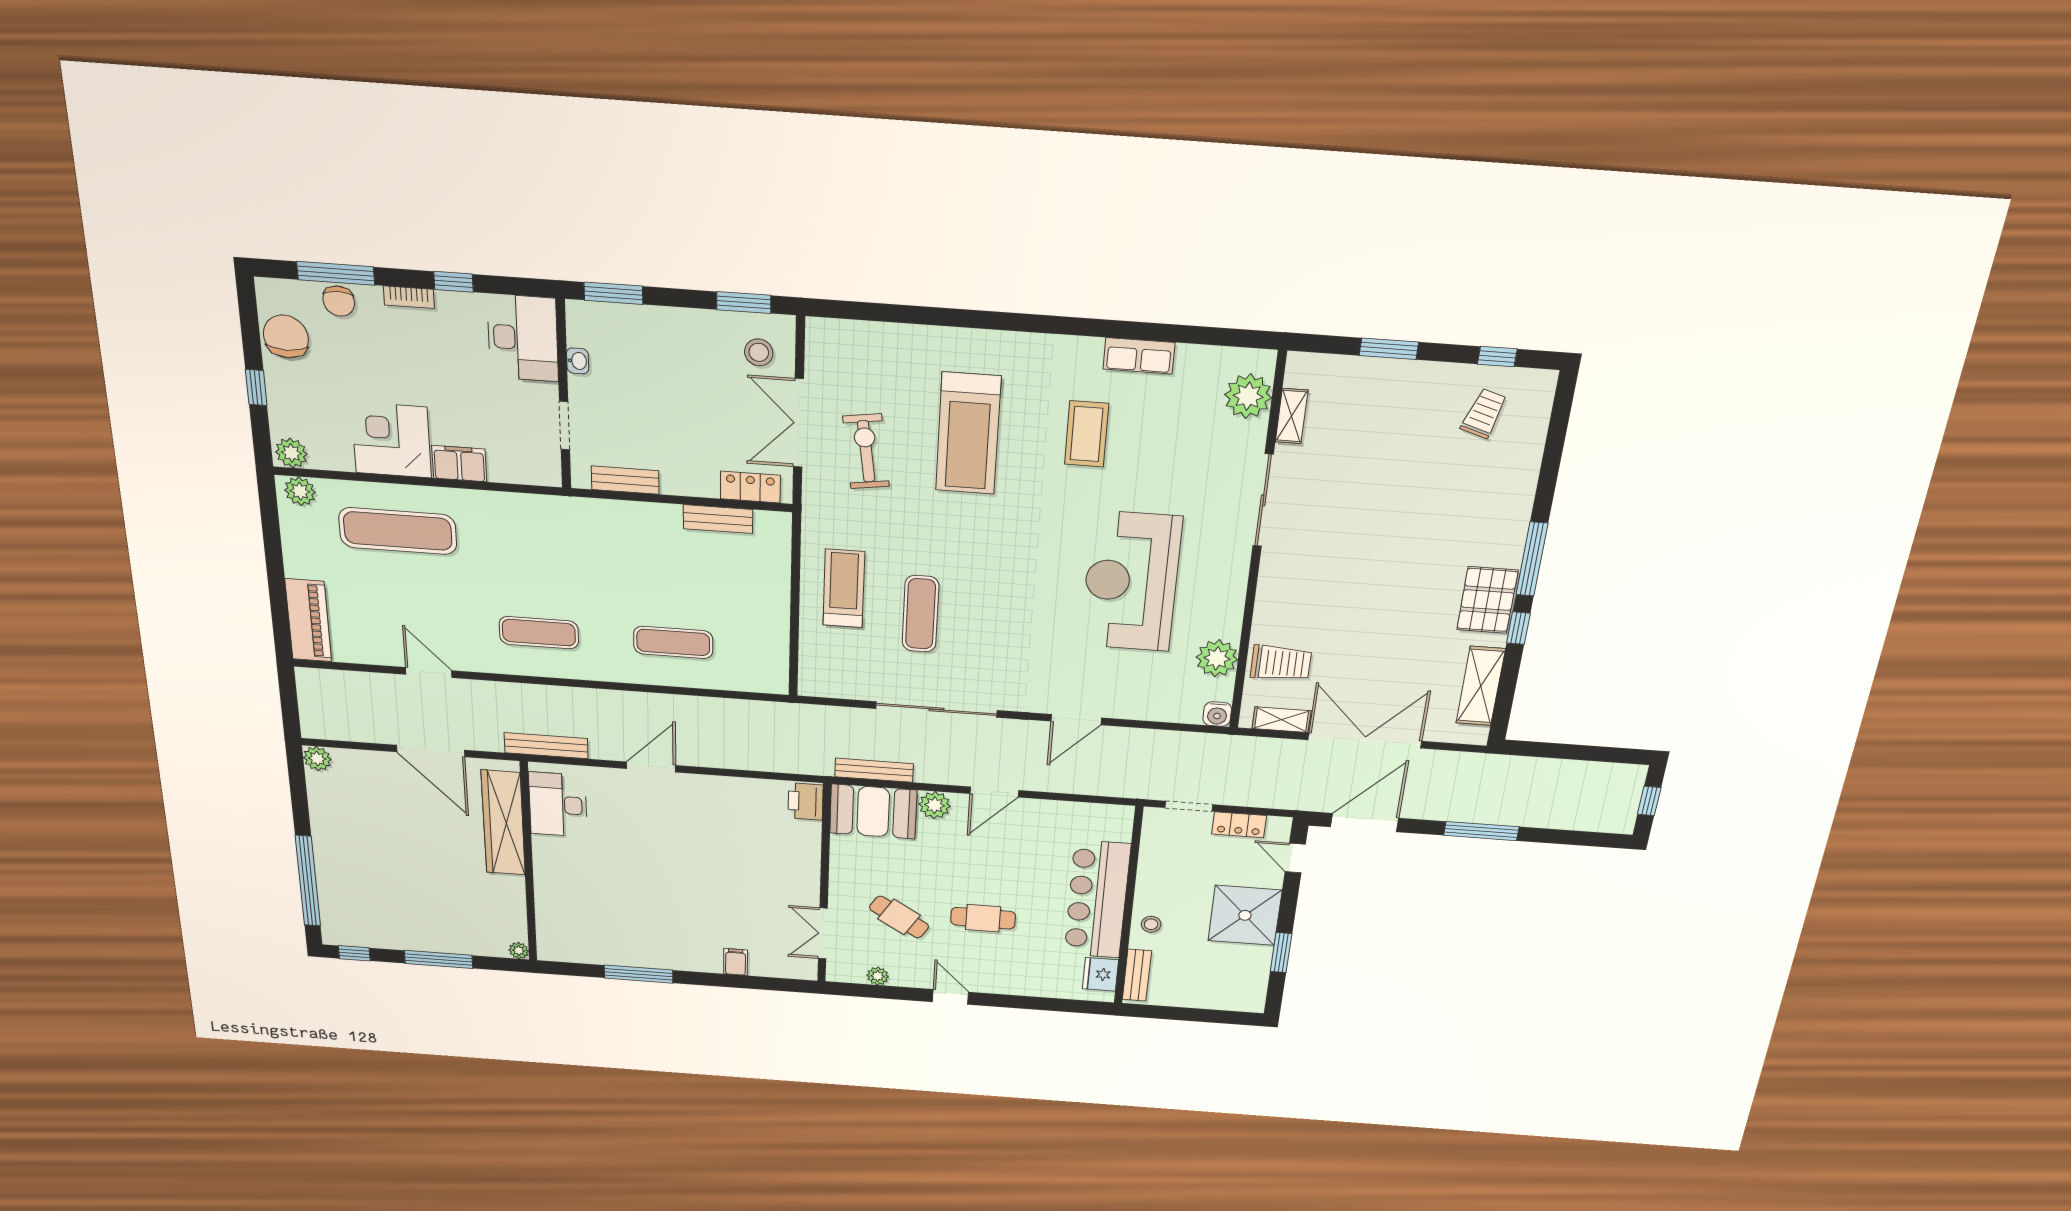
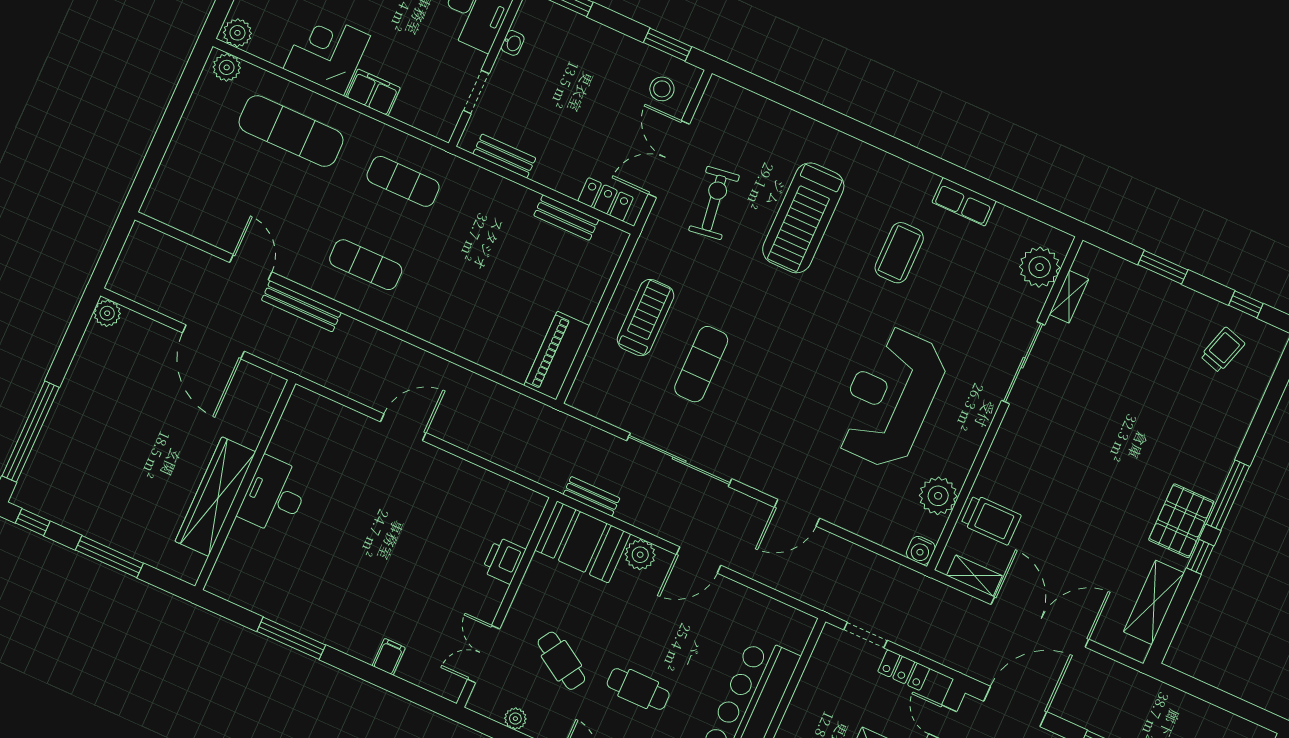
piano: (308, 620) -> (557, 356), moved, turned 180
exercise mat: (673, 642) -> (403, 181), moved
bench: (546, 746) -> (301, 306), moved
bench: (874, 770) -> (592, 496), width x0.73
printer: (805, 801) -> (504, 560), moved
desk: (558, 805) -> (274, 496), moved
wardrobe: (503, 823) -> (215, 497), moved
plant: (519, 951) -> (190, 573), removed

